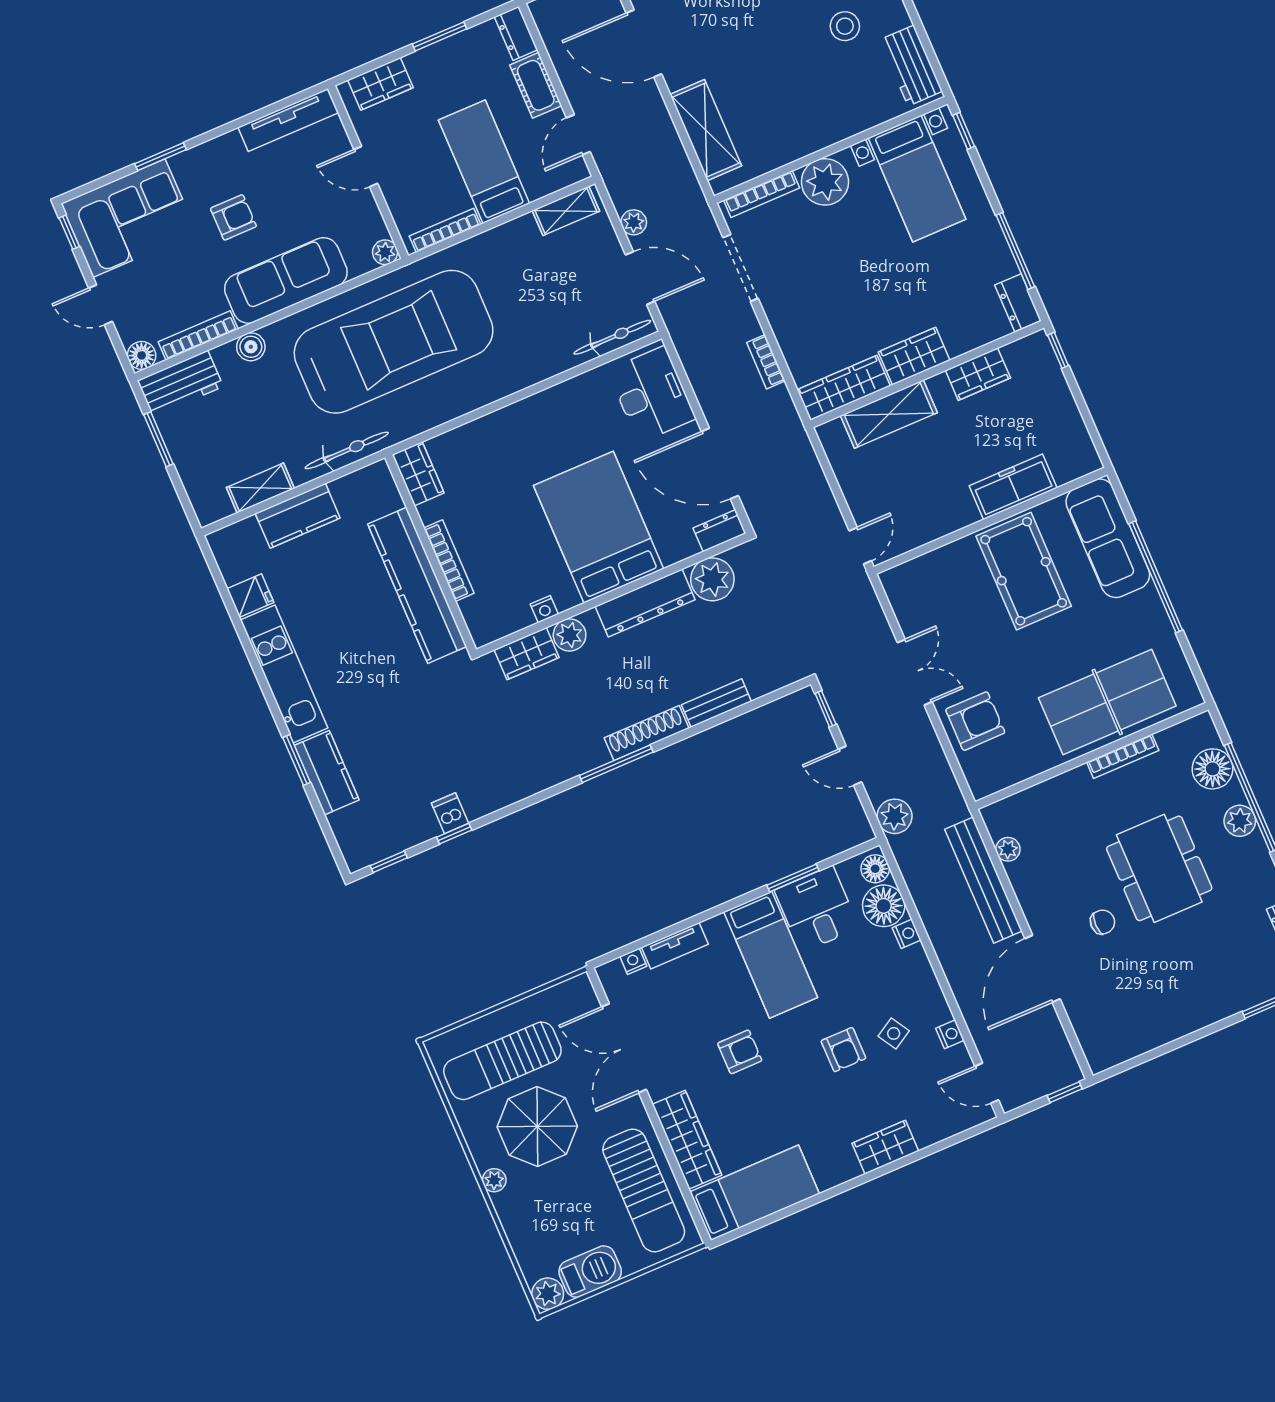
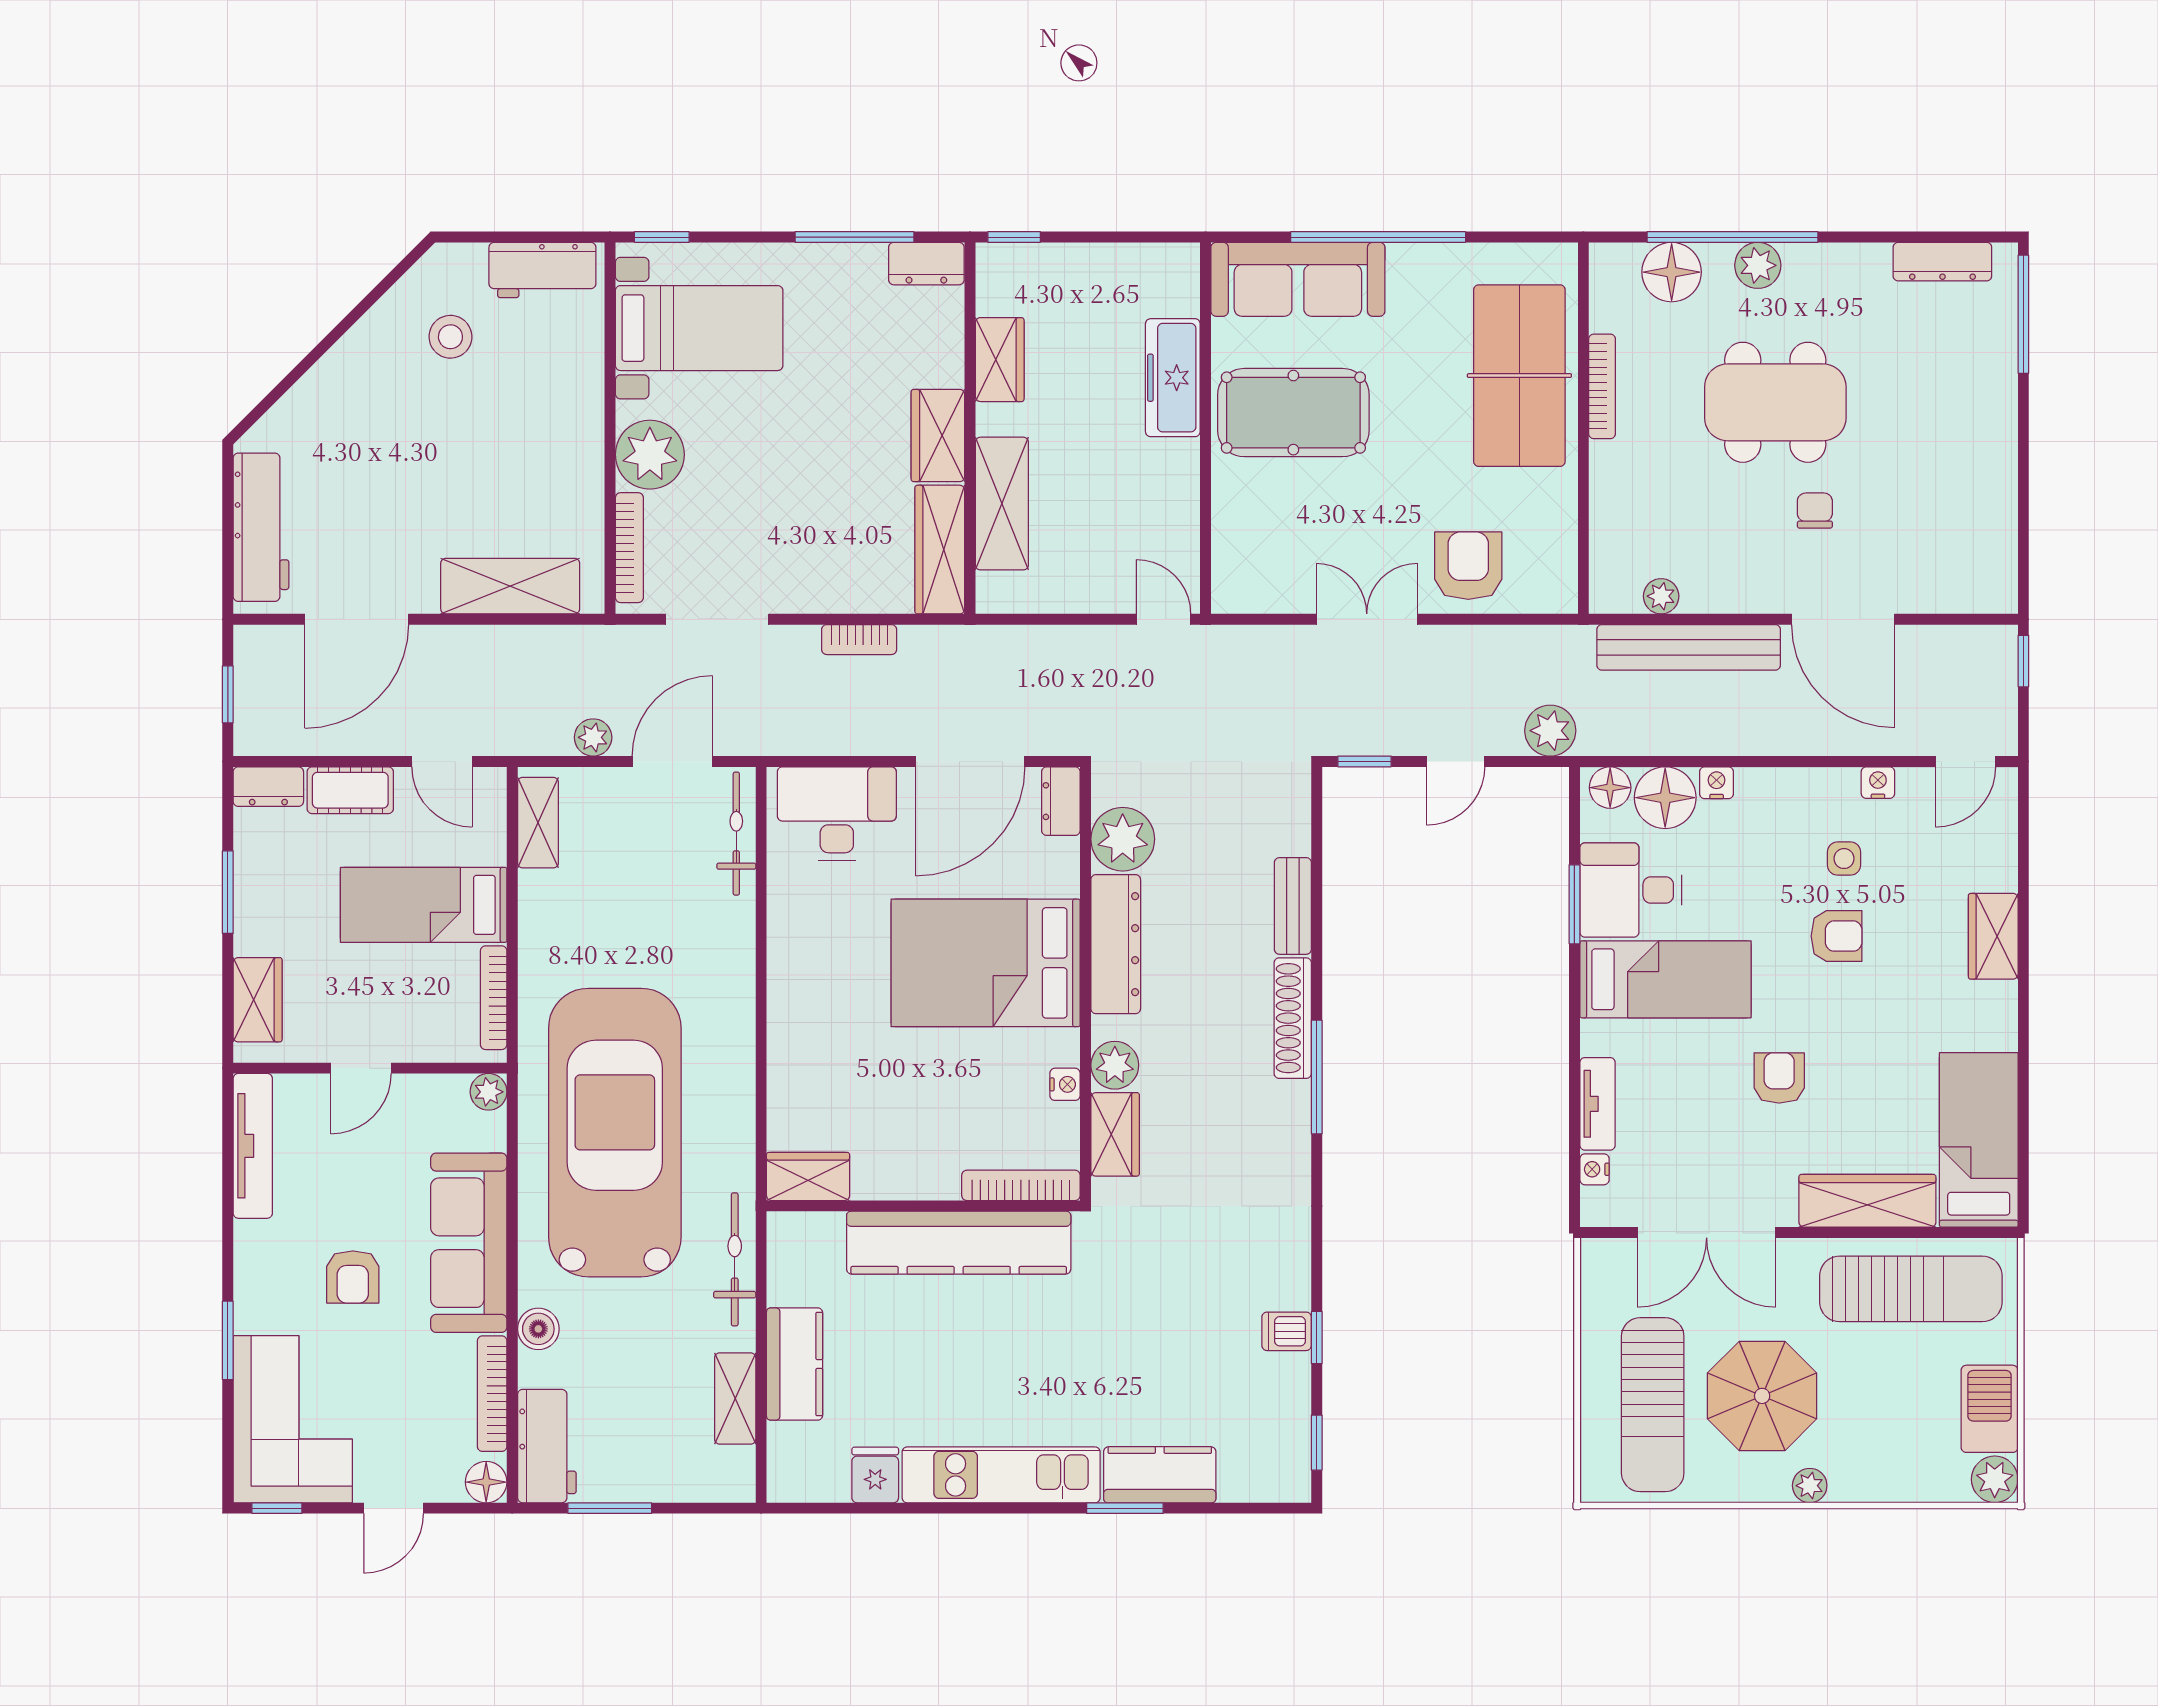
armchair: (233, 217) -> (353, 1277), turned 180
bookcase: (449, 561) -> (1021, 1185), moved
side table: (894, 1033) -> (1844, 859), turned 31

